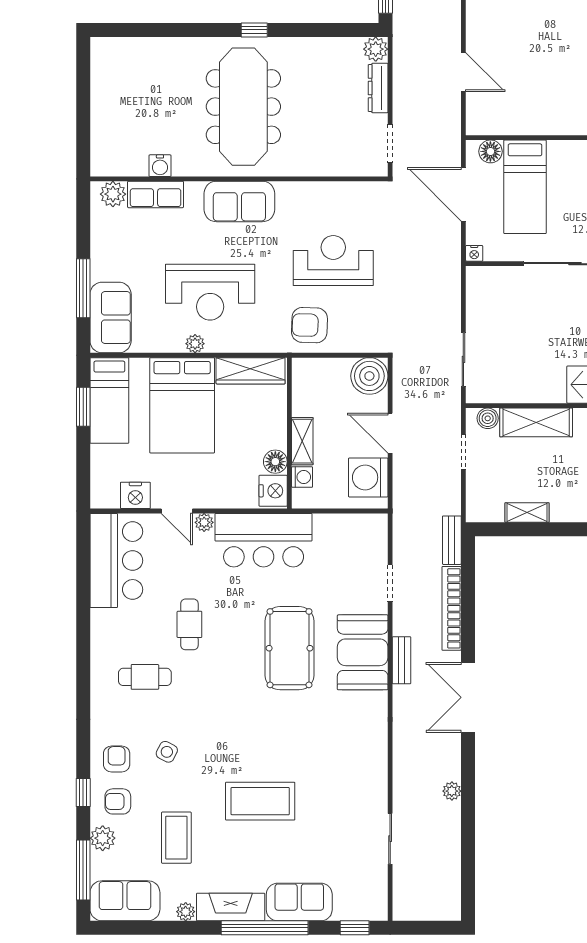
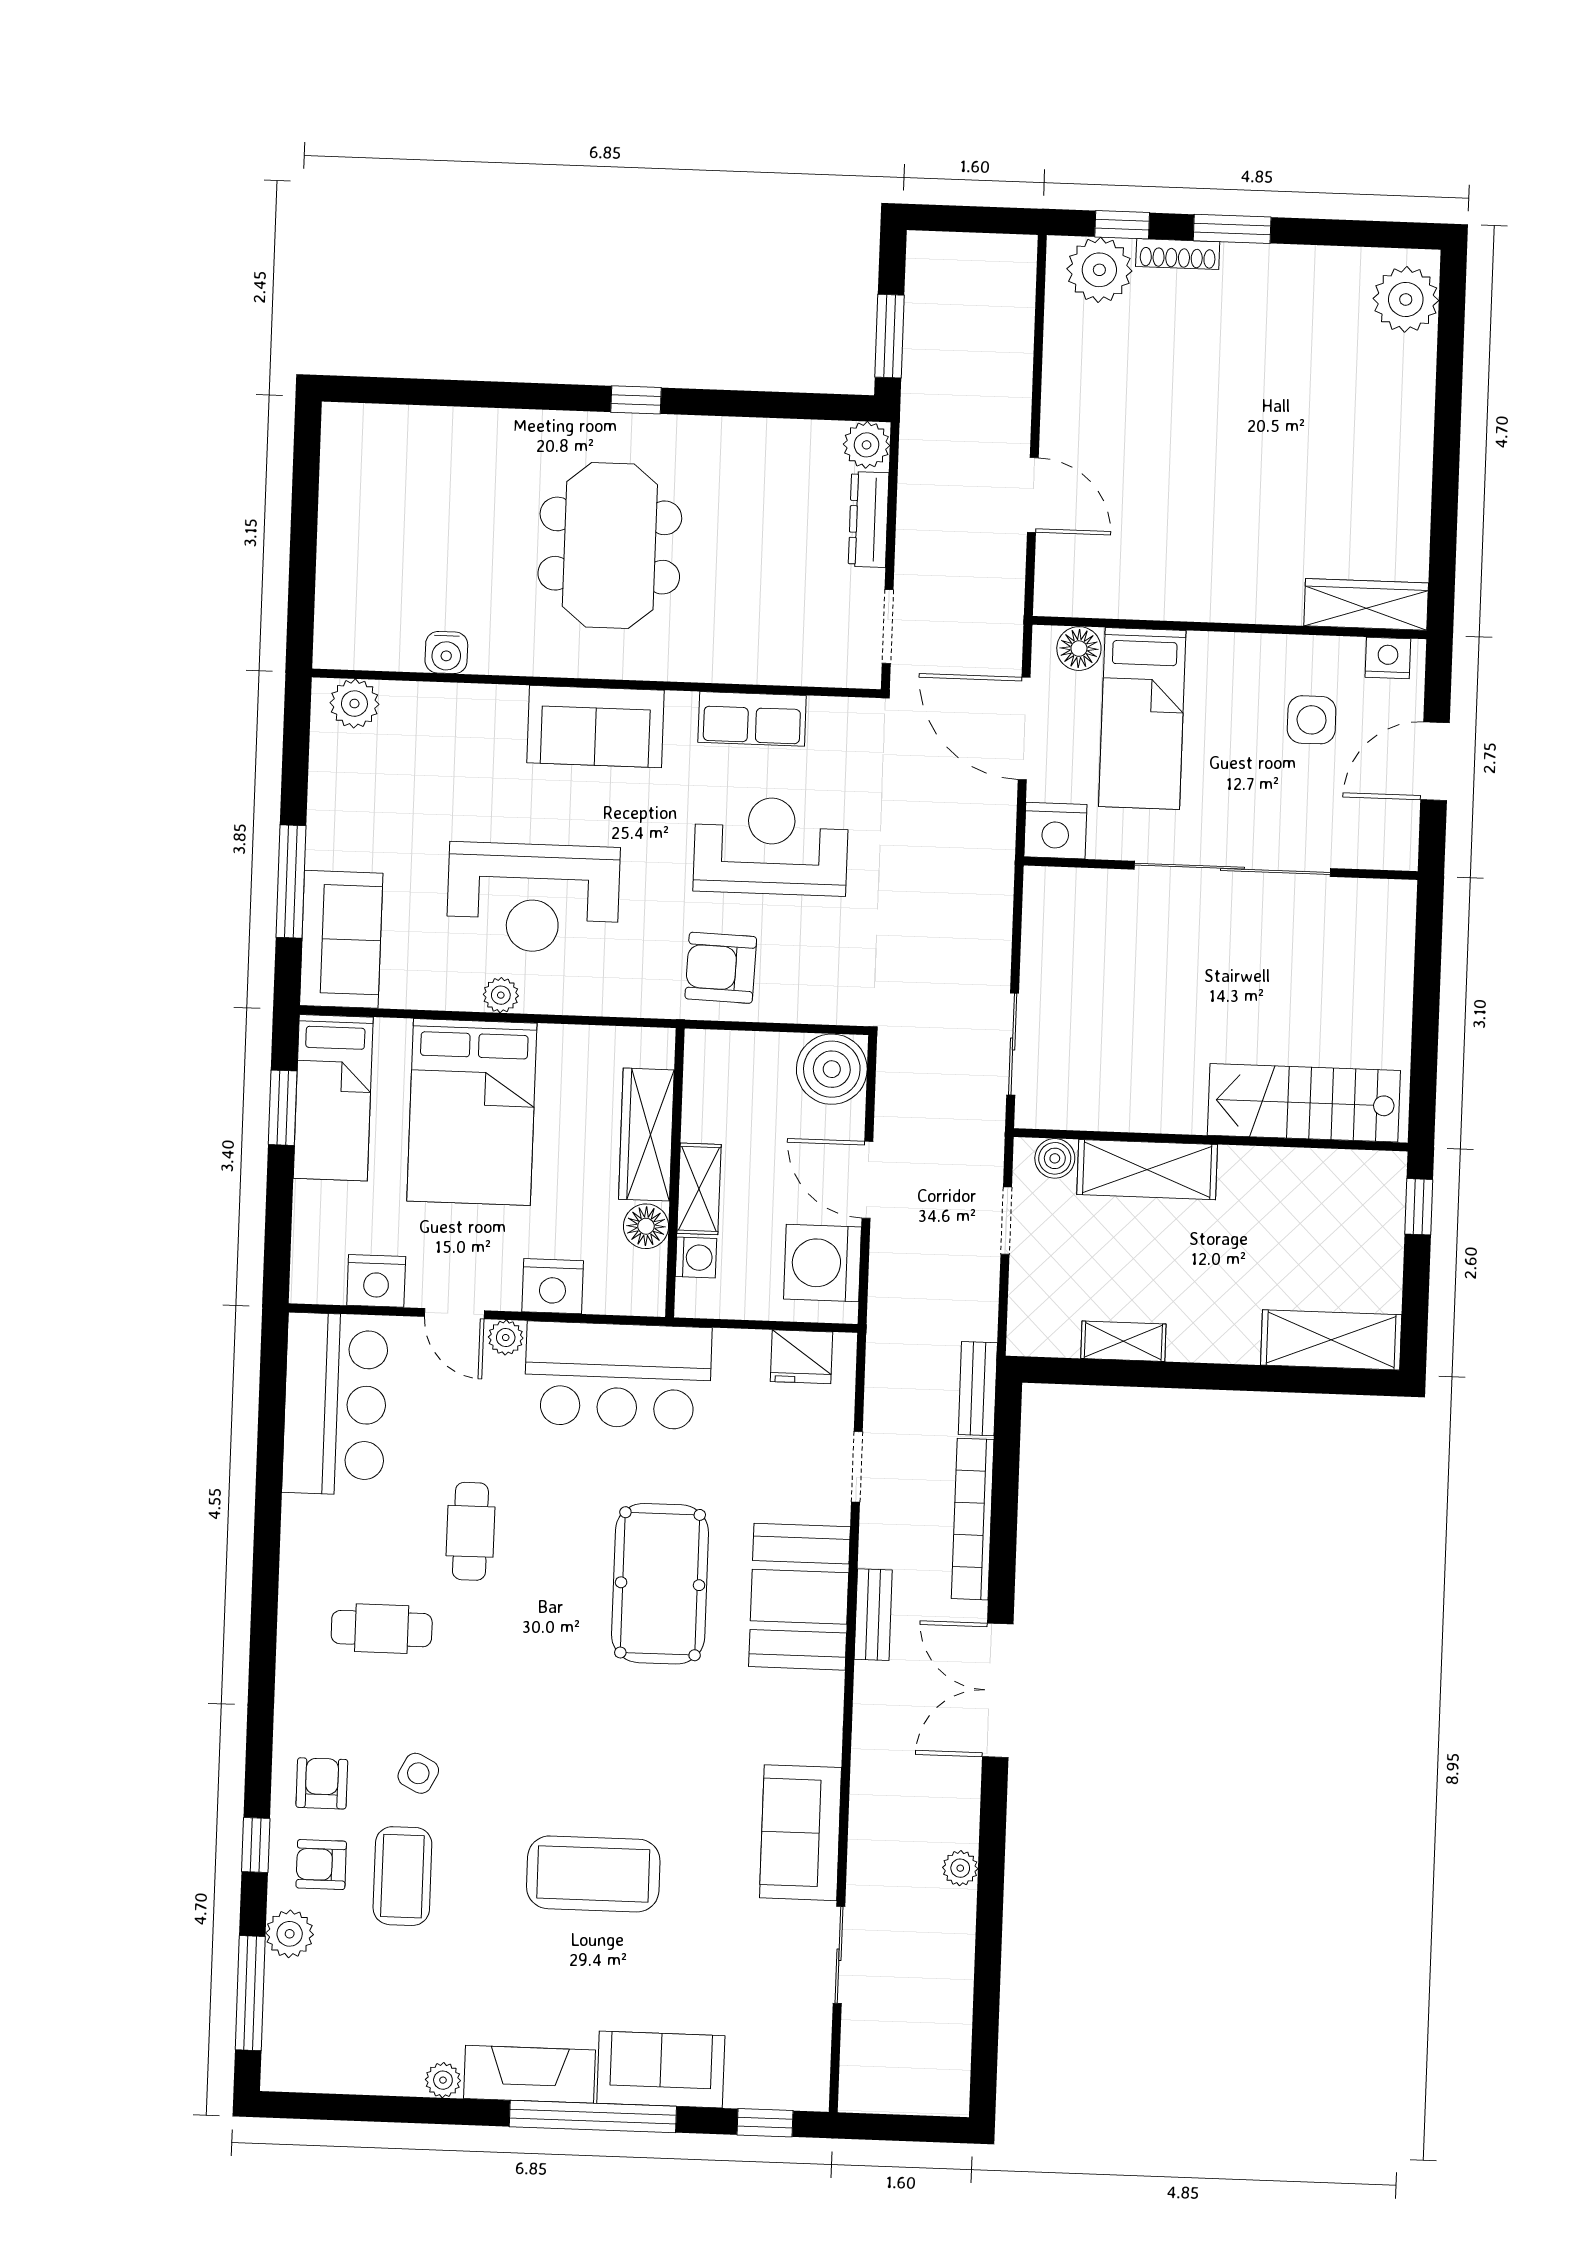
meeting table: (243, 107) -> (610, 546), width x0.73
row of seats: (156, 194) -> (752, 719), moved
nightstand: (474, 253) -> (1055, 831), width x1.89, depth x1.79
wardrobe: (251, 371) -> (646, 1135), moved, turned 90
nightstand: (273, 491) -> (553, 1286), moved, turned 90
fridge: (359, 527) -> (801, 1357), added
coffee table: (176, 838) -> (402, 1876), moved
sofa: (125, 901) -> (800, 1833), moved, turned -90

